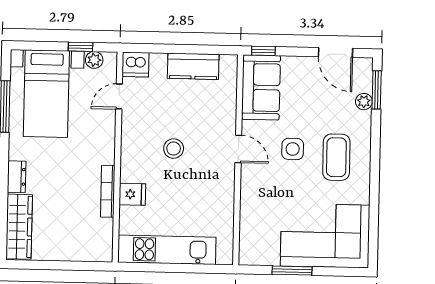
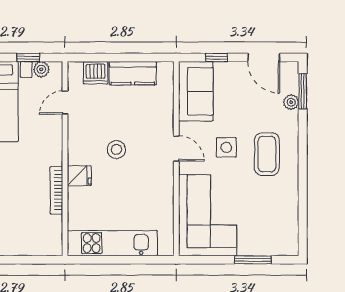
window: (263, 51) -> (217, 58), moved
dishwasher: (135, 65) -> (96, 73), moved
fridge: (132, 194) -> (79, 176), moved
corner sofa: (325, 236) -> (208, 215), moved, turned 90
window: (292, 271) -> (253, 260), moved

